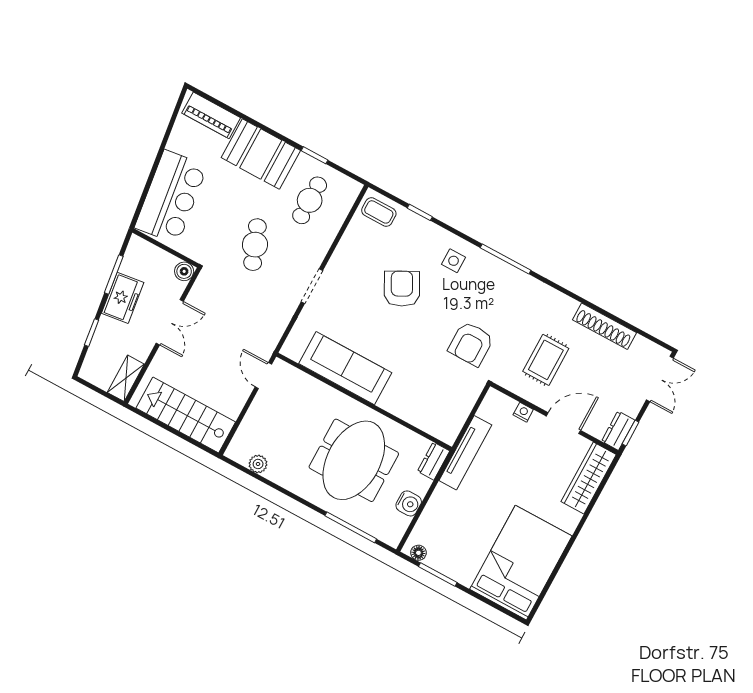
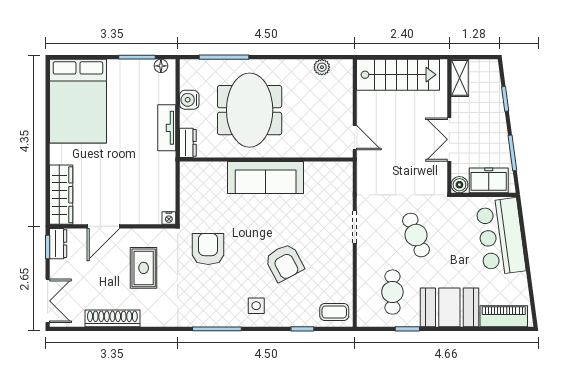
freezer: (123, 298) -> (489, 180), moved, turned 98
sofa: (345, 368) -> (266, 178), moved
double door: (660, 379) -> (48, 301), swing flipped
nightstand: (523, 412) -> (169, 218), moved
tv unit: (465, 453) -> (167, 128), moved, width x0.71

